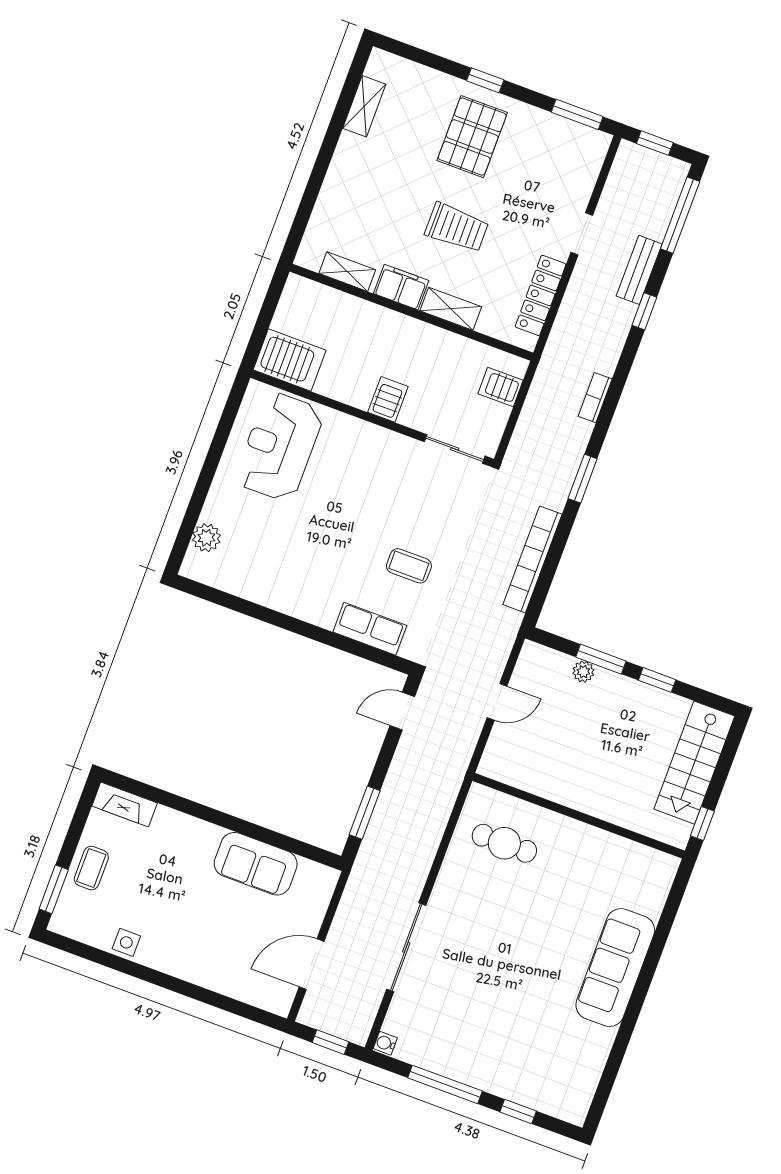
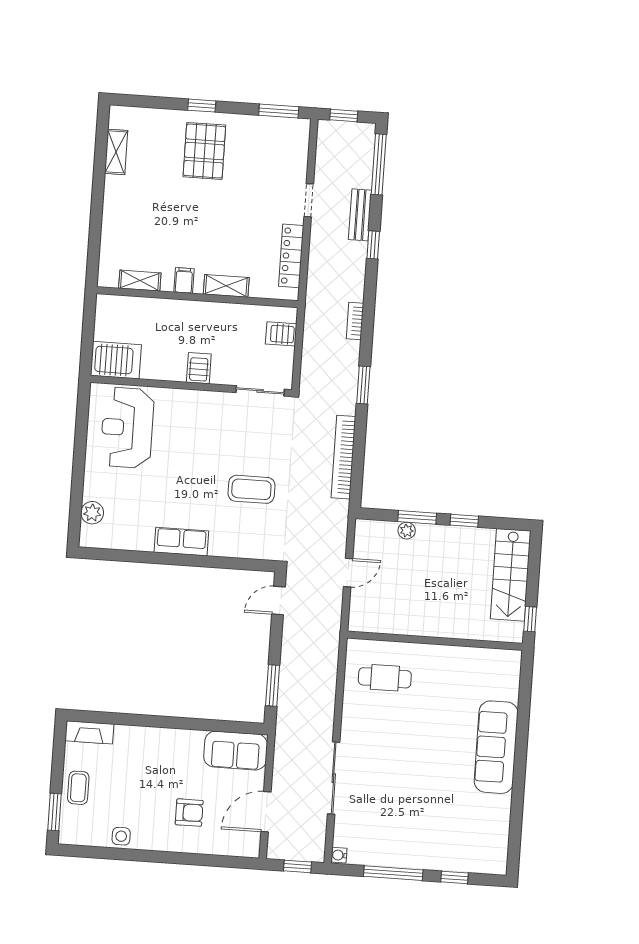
trolley: (457, 228) -> (213, 223), removed
filing cabinet: (401, 287) -> (184, 280), width x0.50
coffee table: (409, 566) -> (251, 489), width x1.36, depth x1.30
row of seats: (370, 629) -> (181, 542), moved
sofa: (256, 864) -> (236, 751), moved
armchair: (218, 938) -> (189, 813), added

